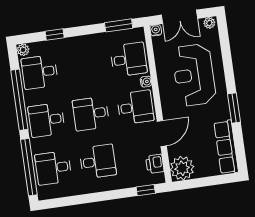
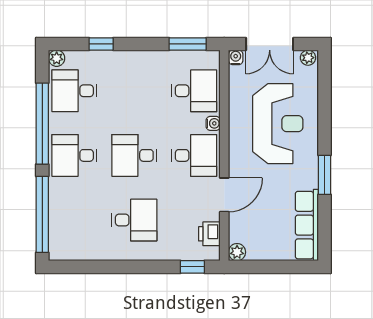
reception desk: (194, 75) -> (278, 124), turned 180
desk: (53, 168) -> (74, 220), removed
plant: (182, 168) -> (237, 252), width x0.53, depth x0.53

